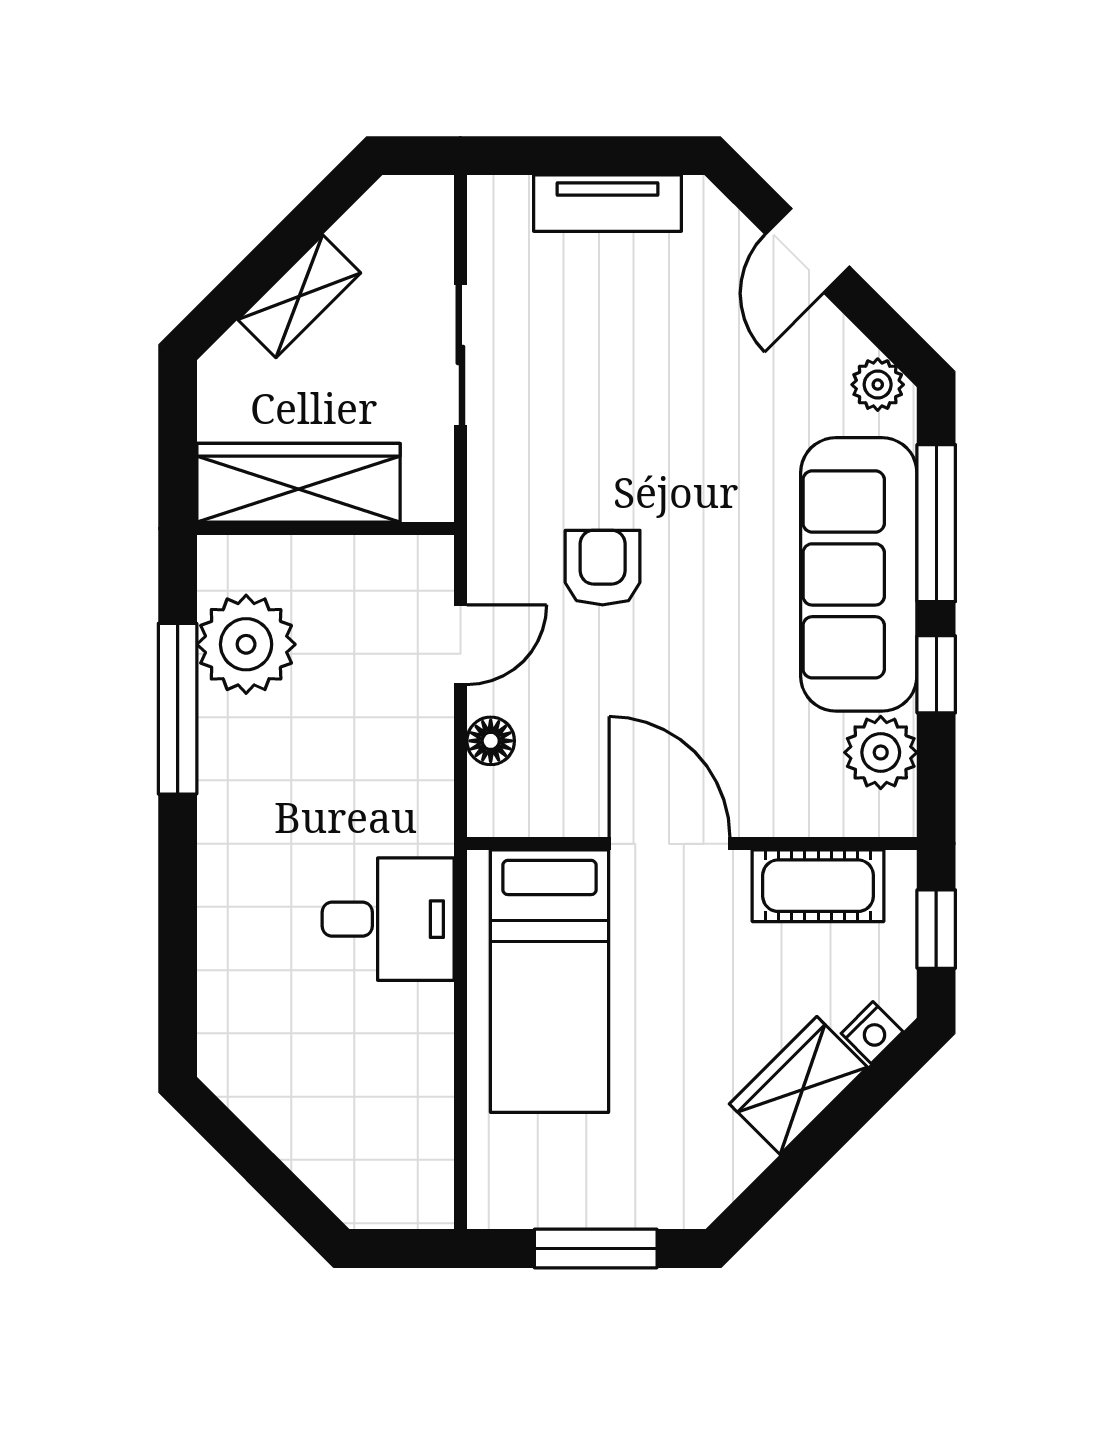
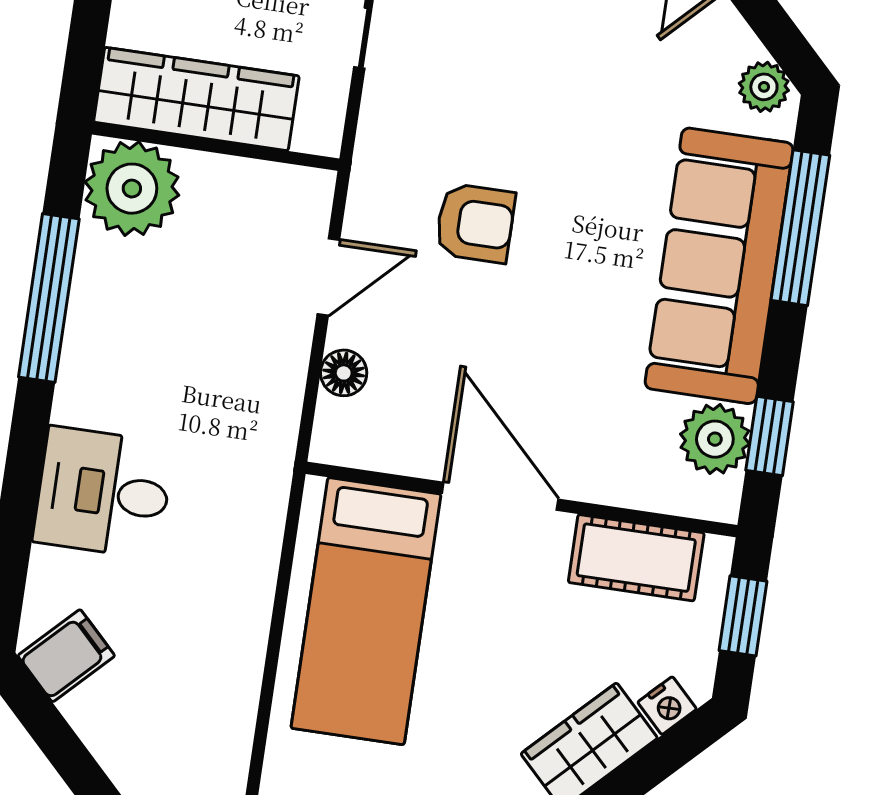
armchair: (603, 568) -> (475, 223), turned 90
plant: (246, 644) -> (132, 189), moved
window: (936, 674) -> (770, 436), moved
desk: (388, 919) -> (103, 493), moved, turned 180
filing cabinet: (250, 1072) -> (66, 656), added

